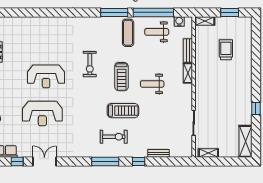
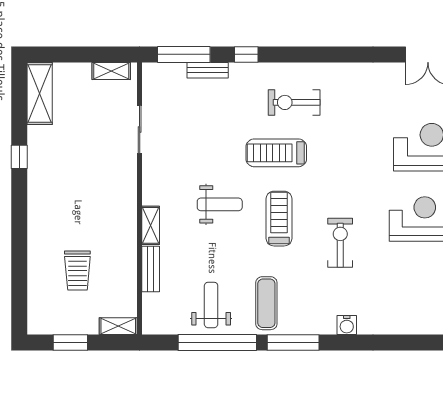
water cooler: (179, 22) -> (347, 325), moved
weight bench: (157, 32) -> (211, 305), turned -90
window: (105, 162) -> (184, 54), moved

